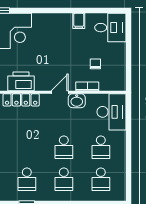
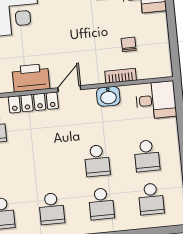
door: (60, 92) -> (69, 89), moved
desk: (111, 112) -> (156, 100), width x0.73

